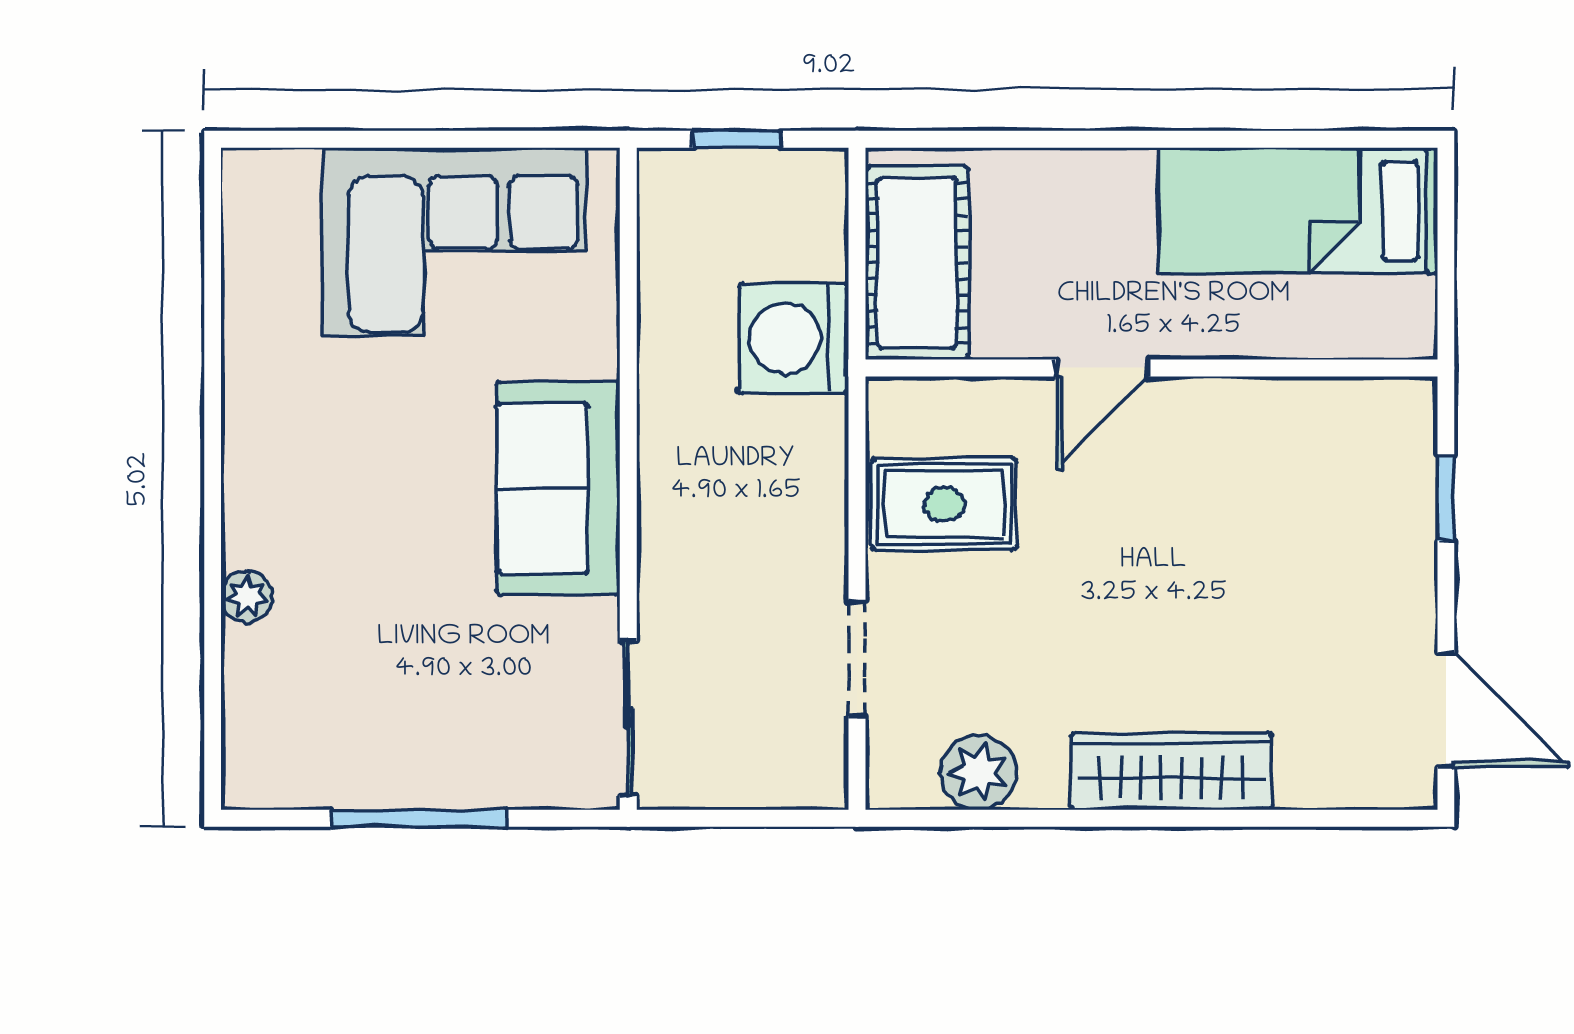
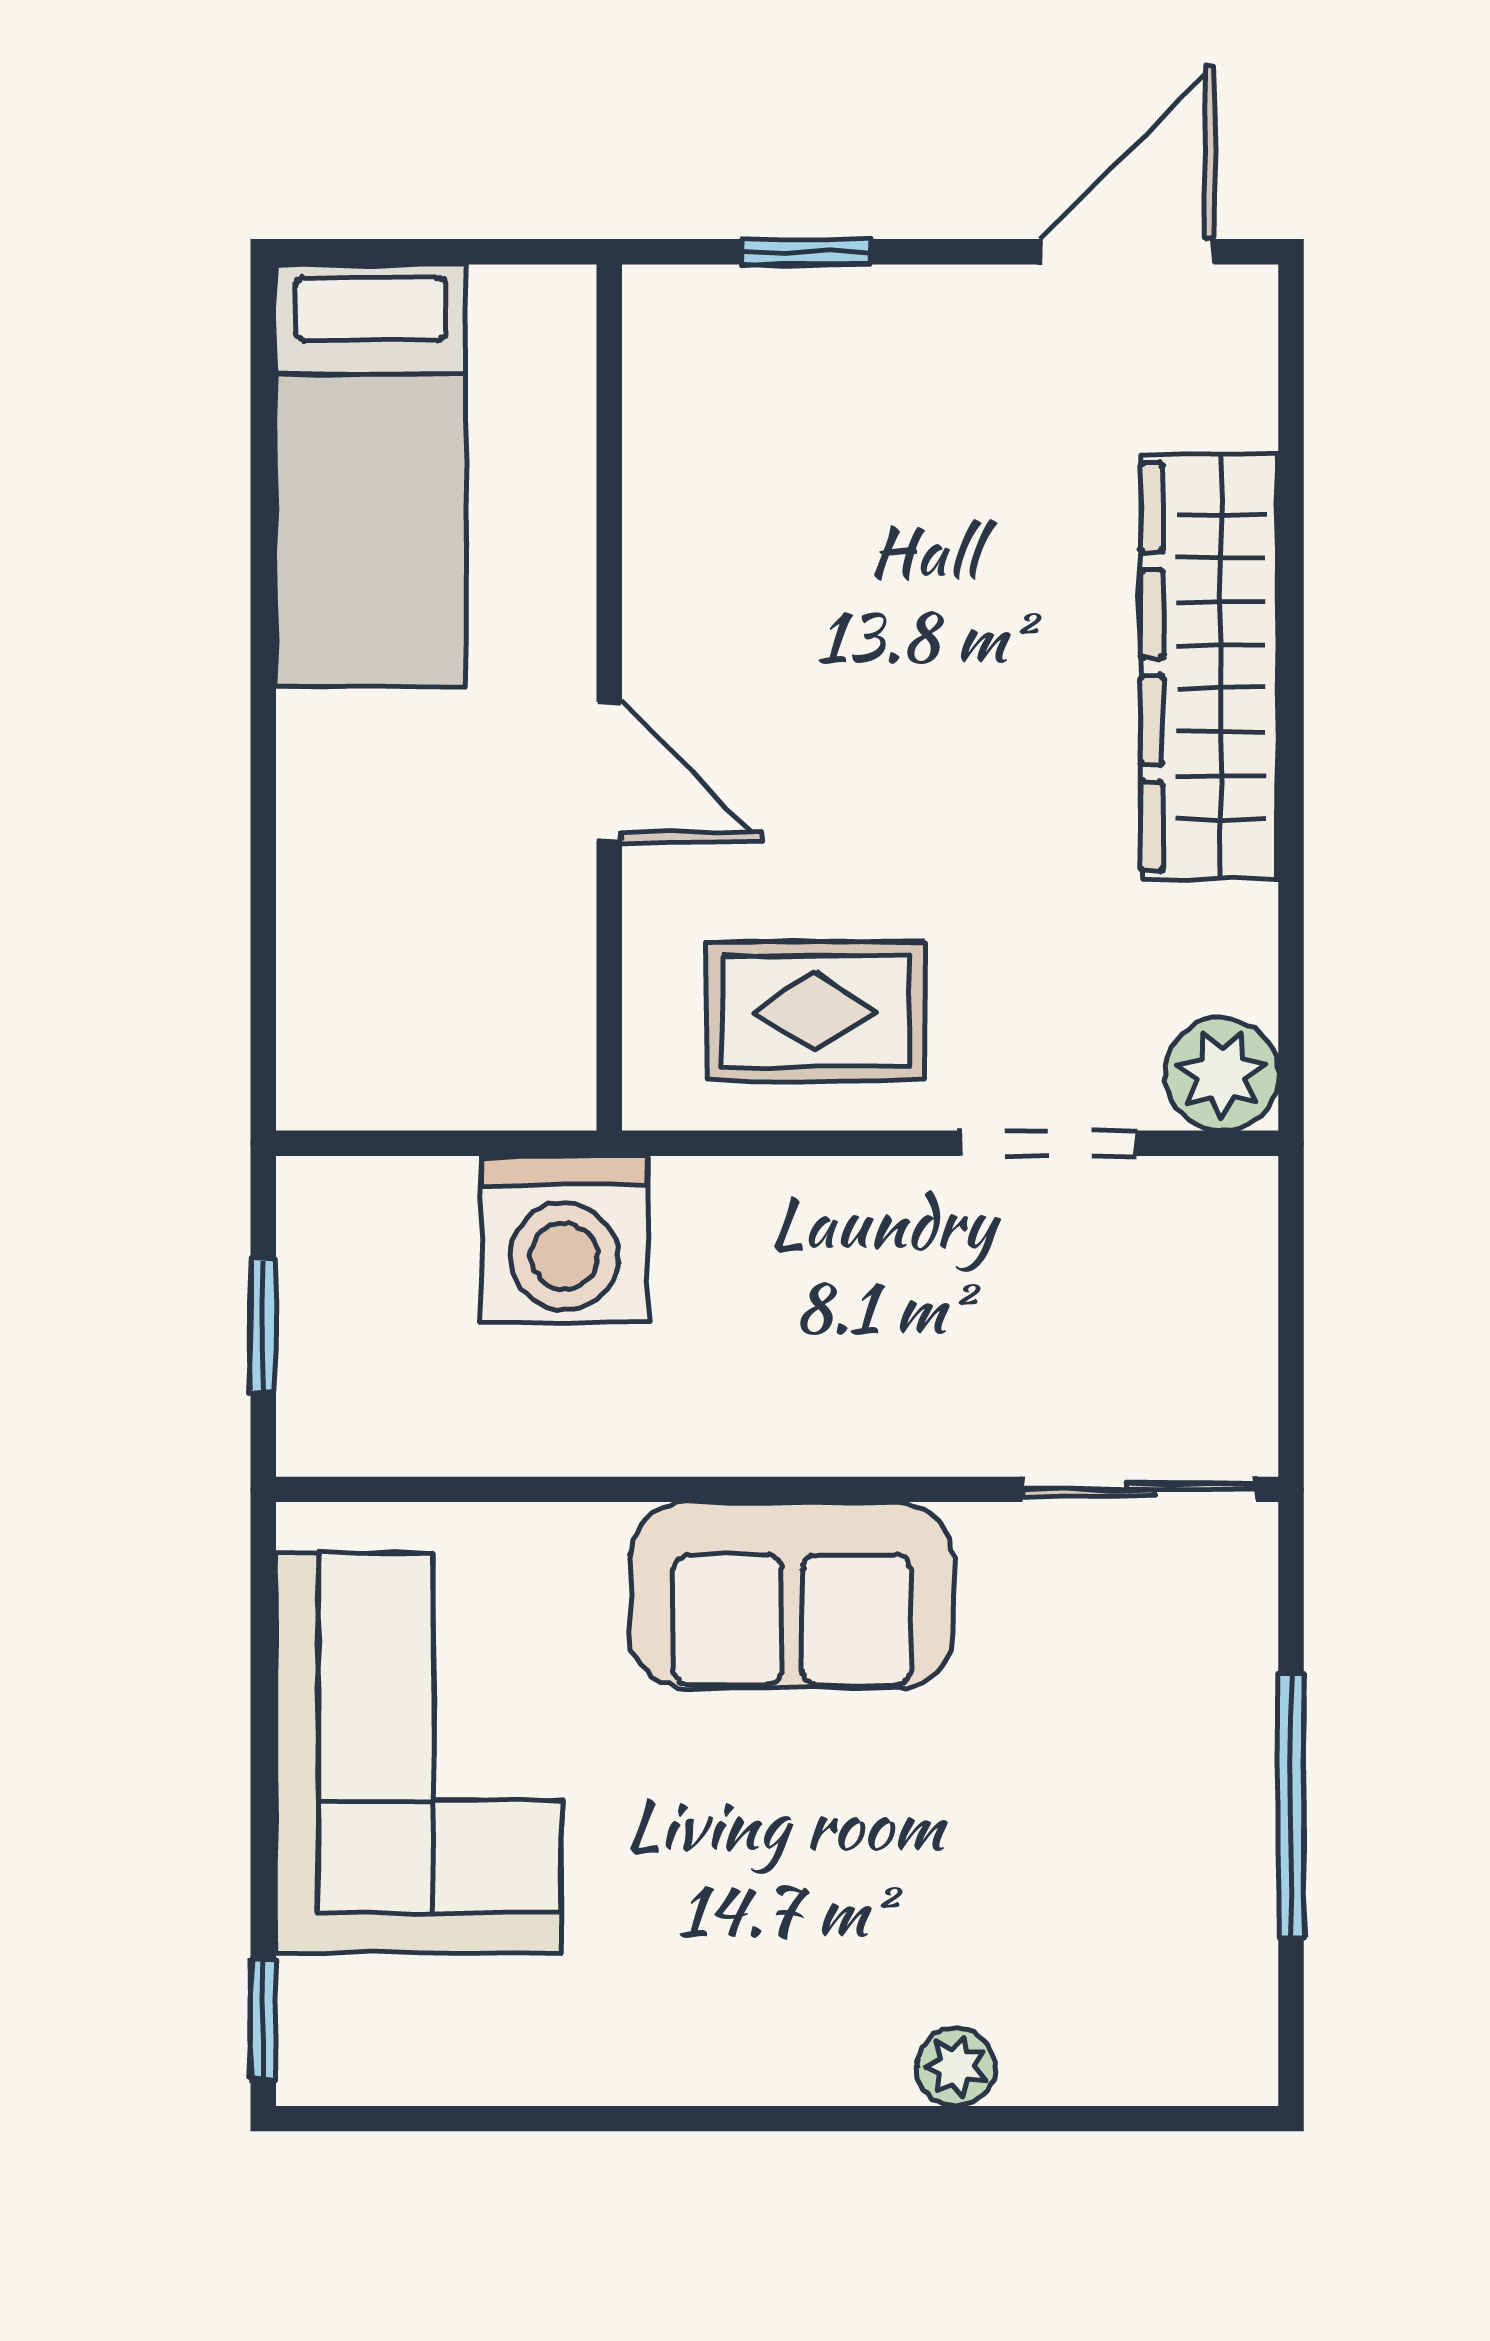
window: (278, 139) -> (263, 2020), added
cot: (917, 263) -> (450, 1053), removed
rug: (944, 504) -> (816, 1011), turned 90
wardrobe: (1172, 771) -> (1210, 667), width x1.40, depth x1.17
plant: (979, 772) -> (1222, 1074), moved

